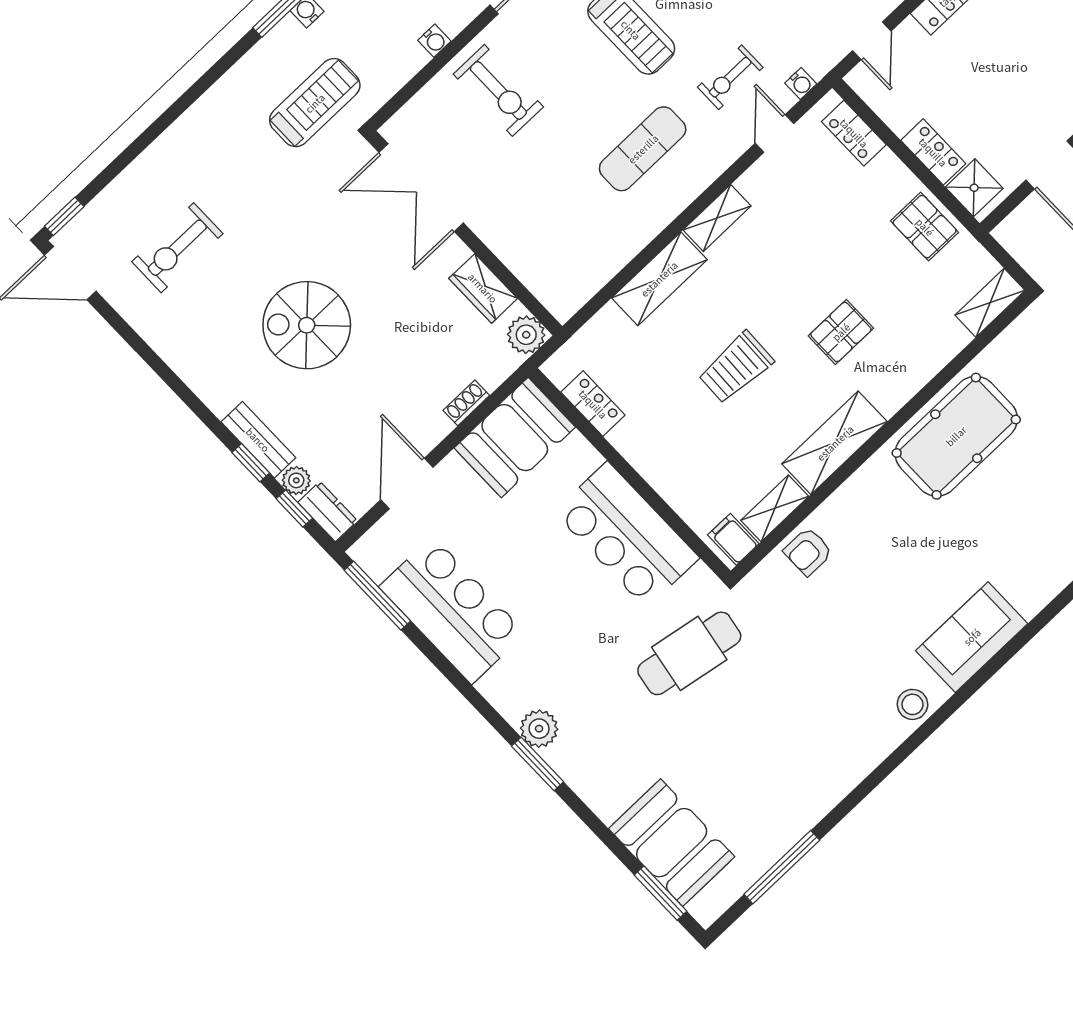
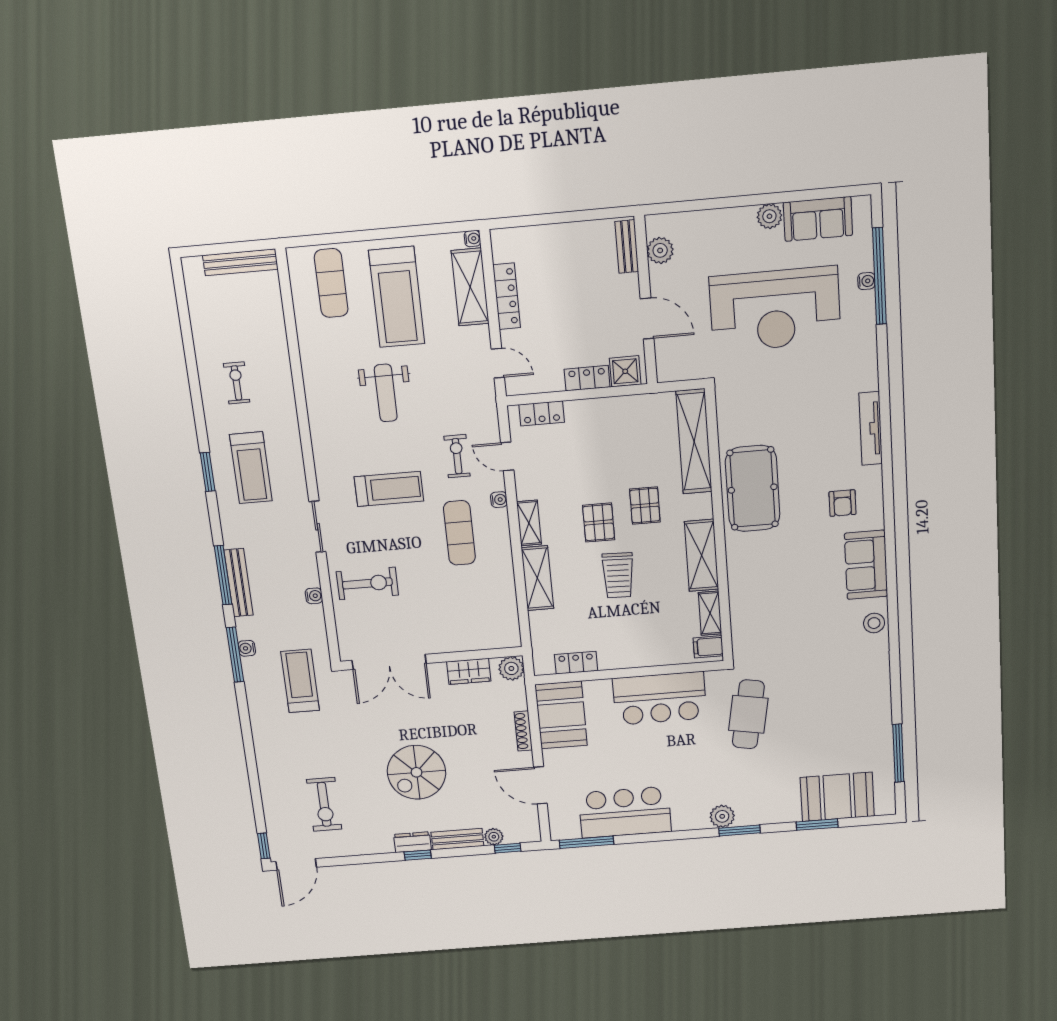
exercise bike: (730, 77) -> (457, 456), turned 180
water cooler: (801, 83) -> (499, 500), moved
pallet: (925, 227) -> (599, 522), moved, turned 90
shelving: (990, 303) -> (694, 442), width x2.20, depth x1.33
shoe rack: (466, 403) -> (523, 731), width x1.43
window: (251, 463) -> (418, 855), moved
dresser: (328, 511) -> (412, 842), moved
armchair: (808, 552) -> (842, 503), moved
window: (661, 893) -> (817, 825), moved

